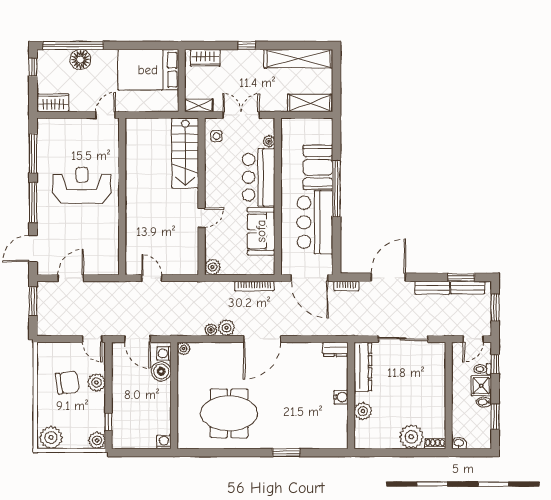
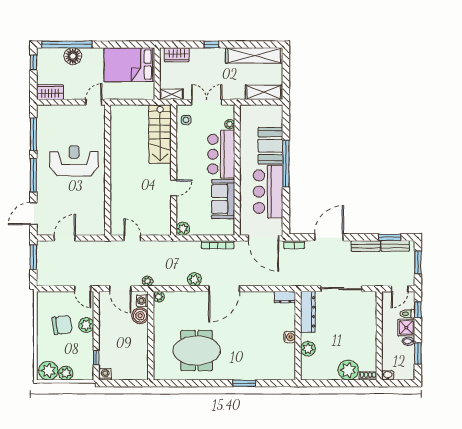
plant: (211, 330) -> (148, 281), moved
plant: (97, 440) -> (66, 373), moved
washing machine: (164, 442) -> (105, 374), moved

